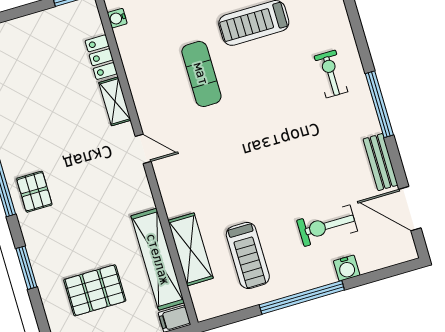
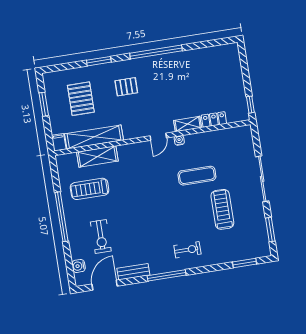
water cooler: (117, 18) -> (179, 140), moved
pallet: (34, 192) -> (126, 87), moved
exercise bike: (327, 226) -> (101, 236), turned 180
water cooler: (347, 268) -> (79, 266), moved

